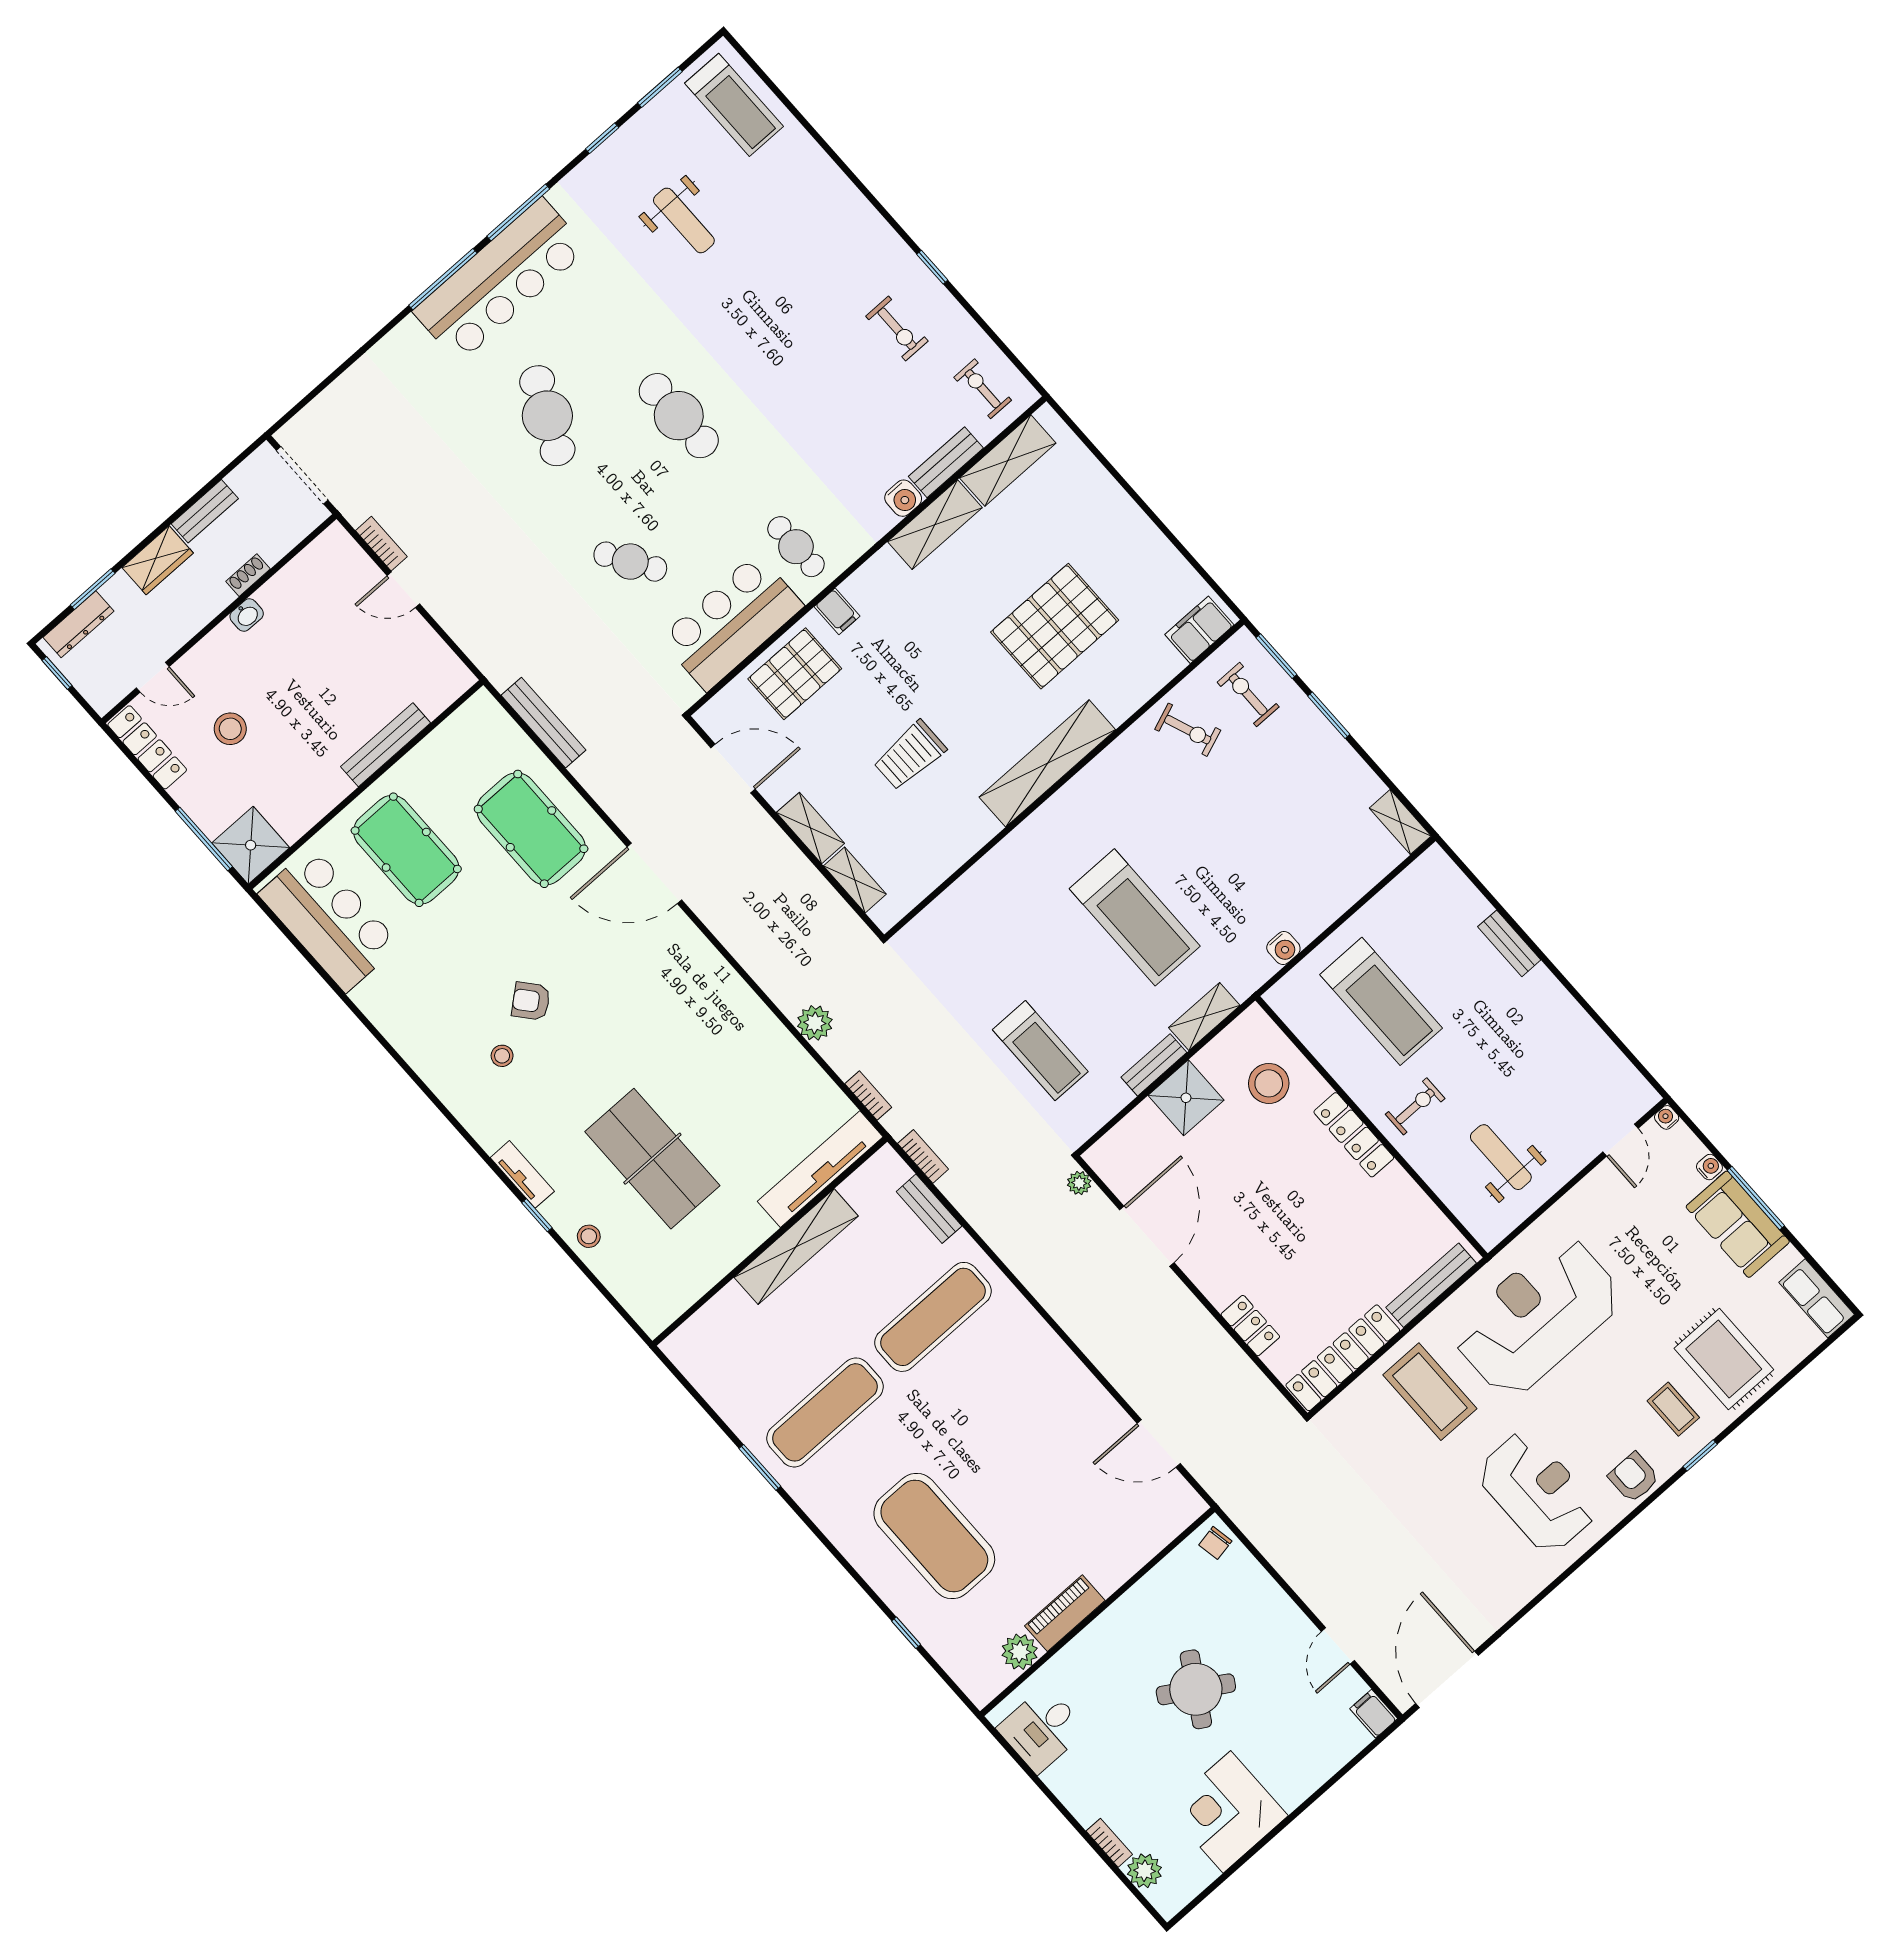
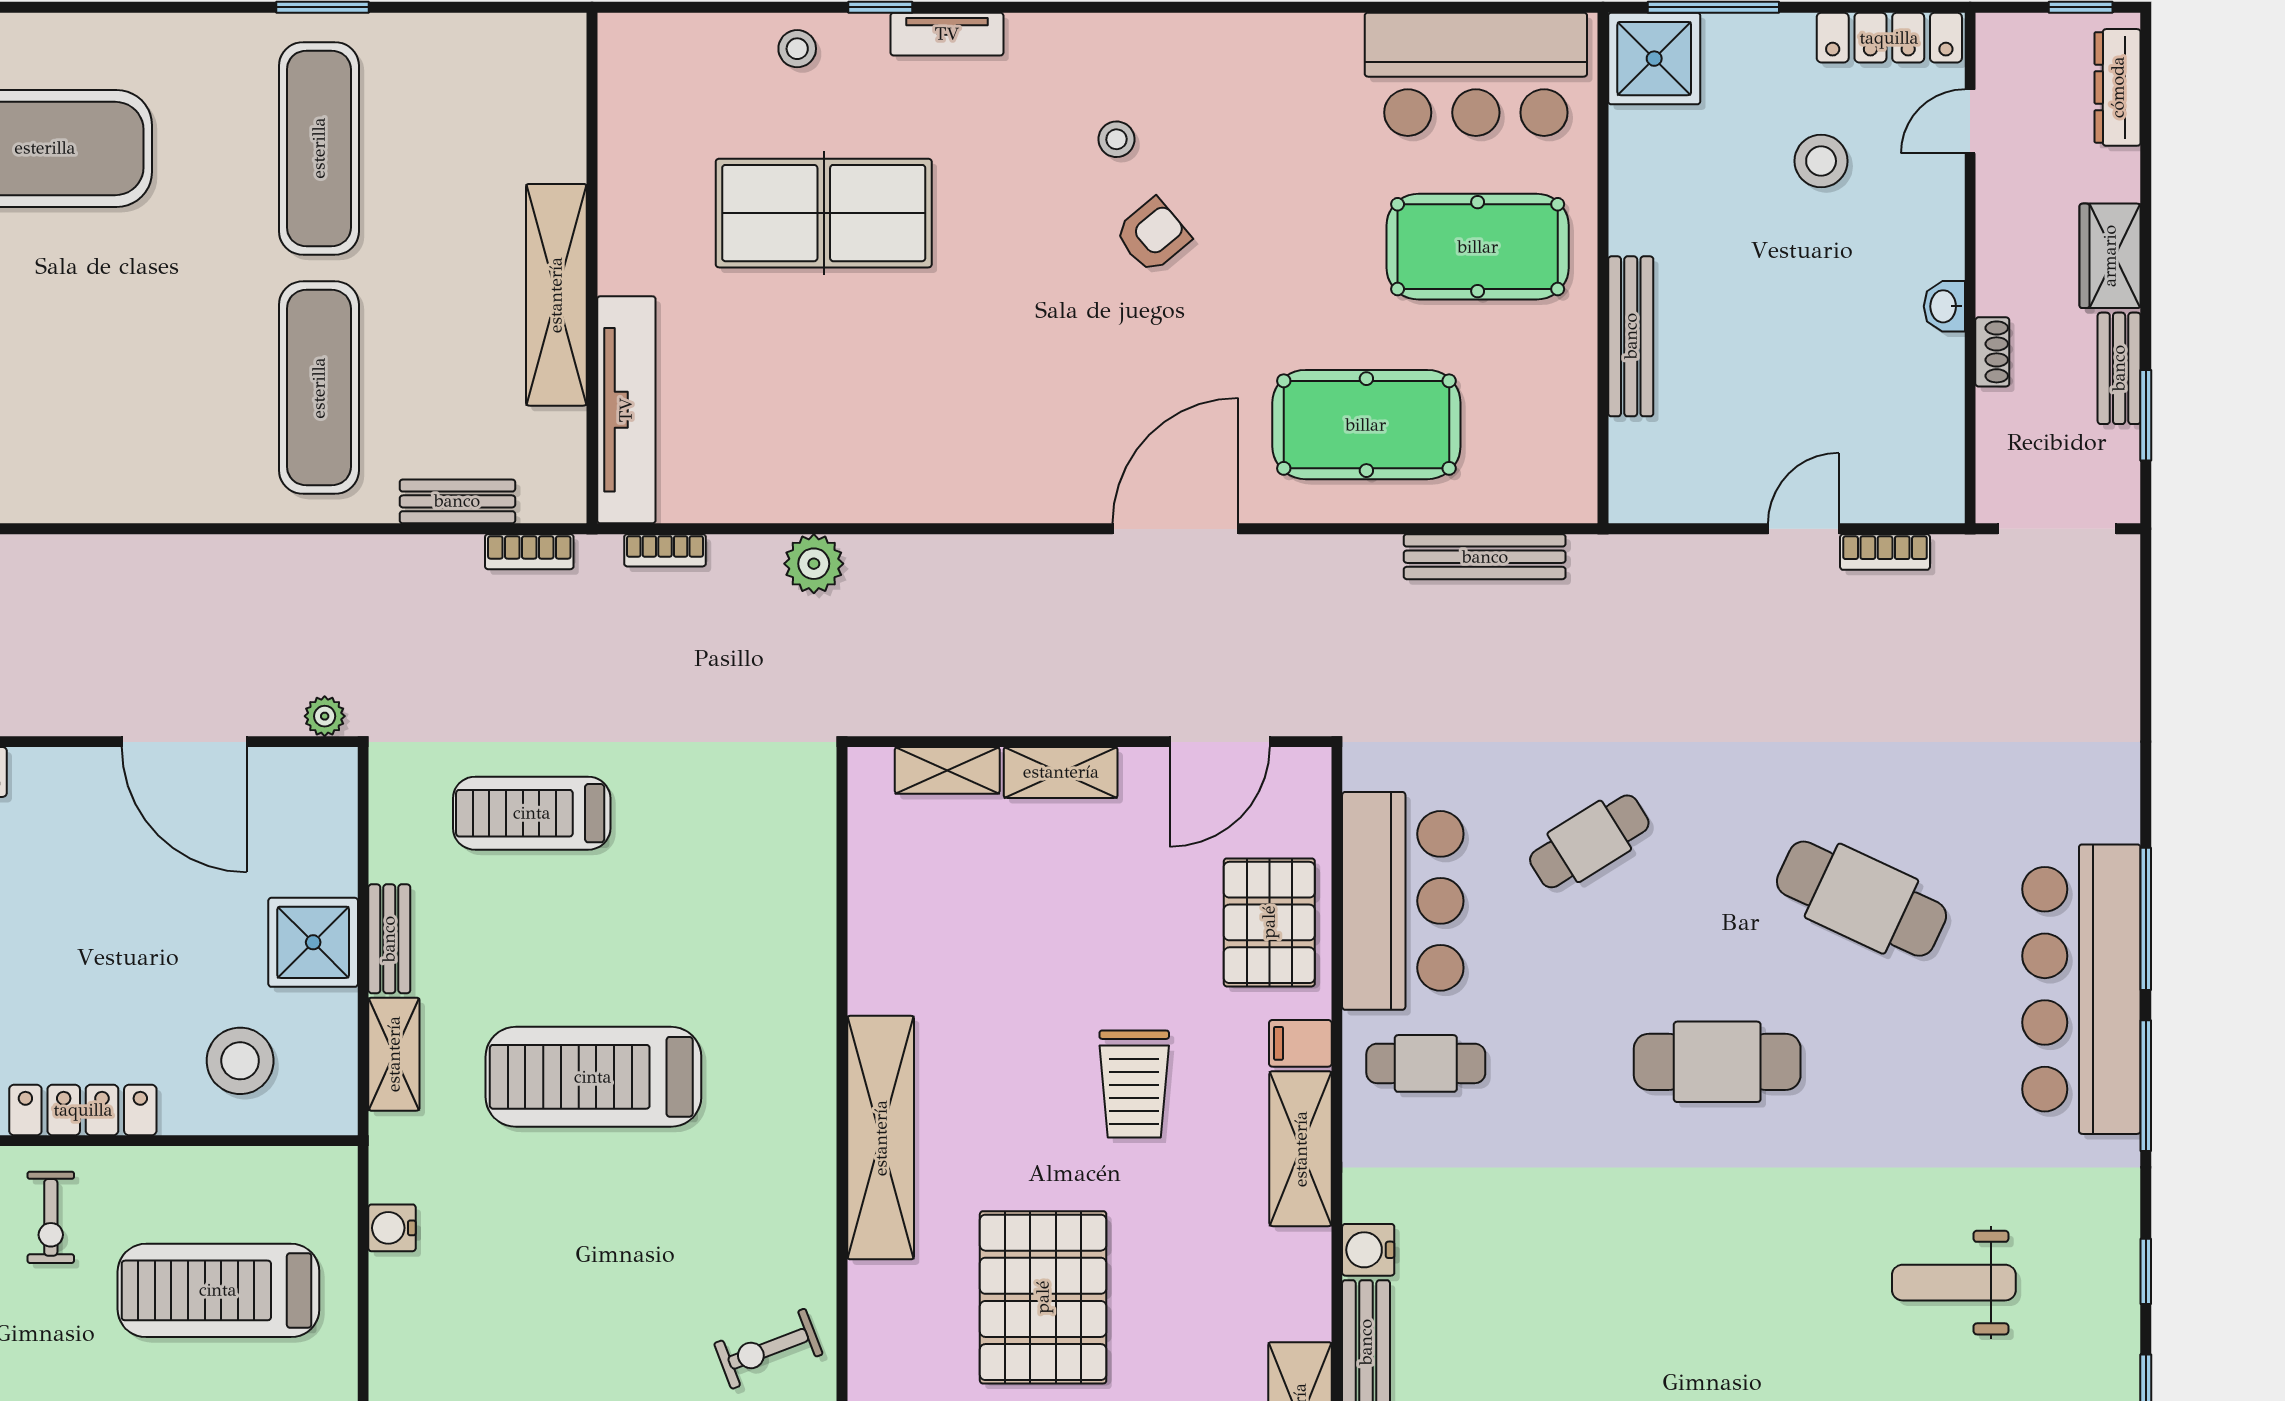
shelving: (935, 525) -> (1301, 1149), moved
window: (93, 589) -> (2146, 415), moved
trolley: (910, 755) -> (1134, 1084), moved, turned 180

